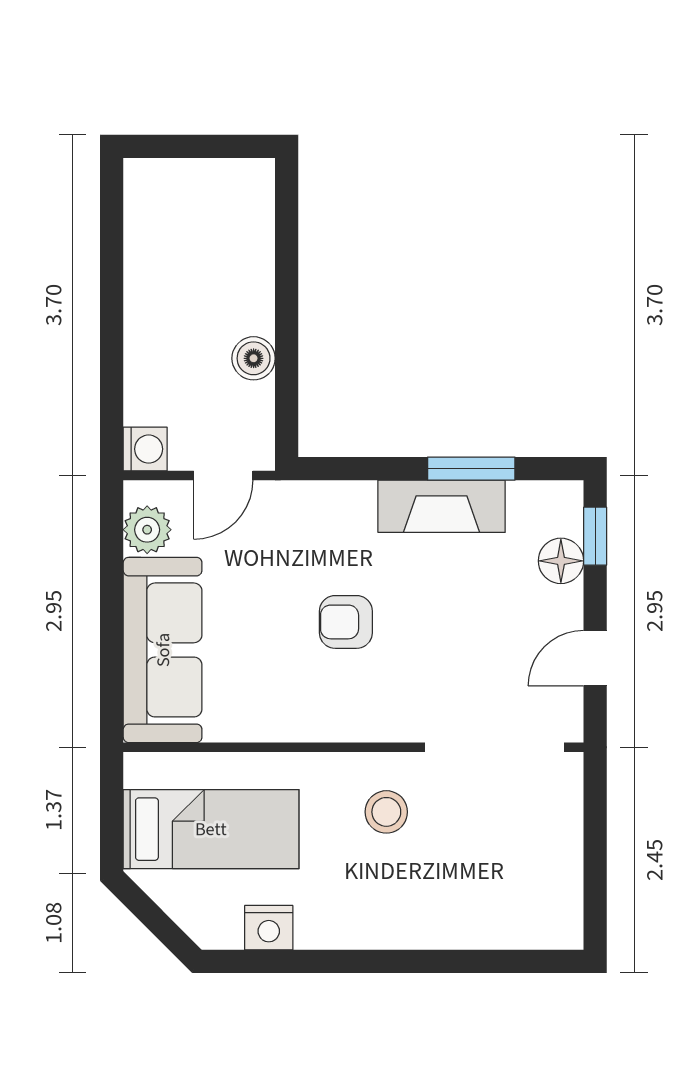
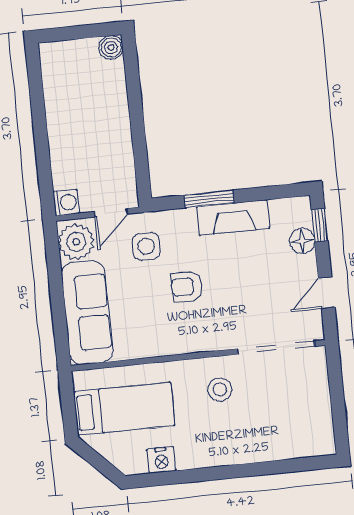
boiler: (254, 358) -> (111, 47), moved
window: (471, 469) -> (209, 199), moved
plant: (147, 530) -> (76, 242), width x1.36, depth x1.36
side table: (280, 542) -> (146, 246), added

